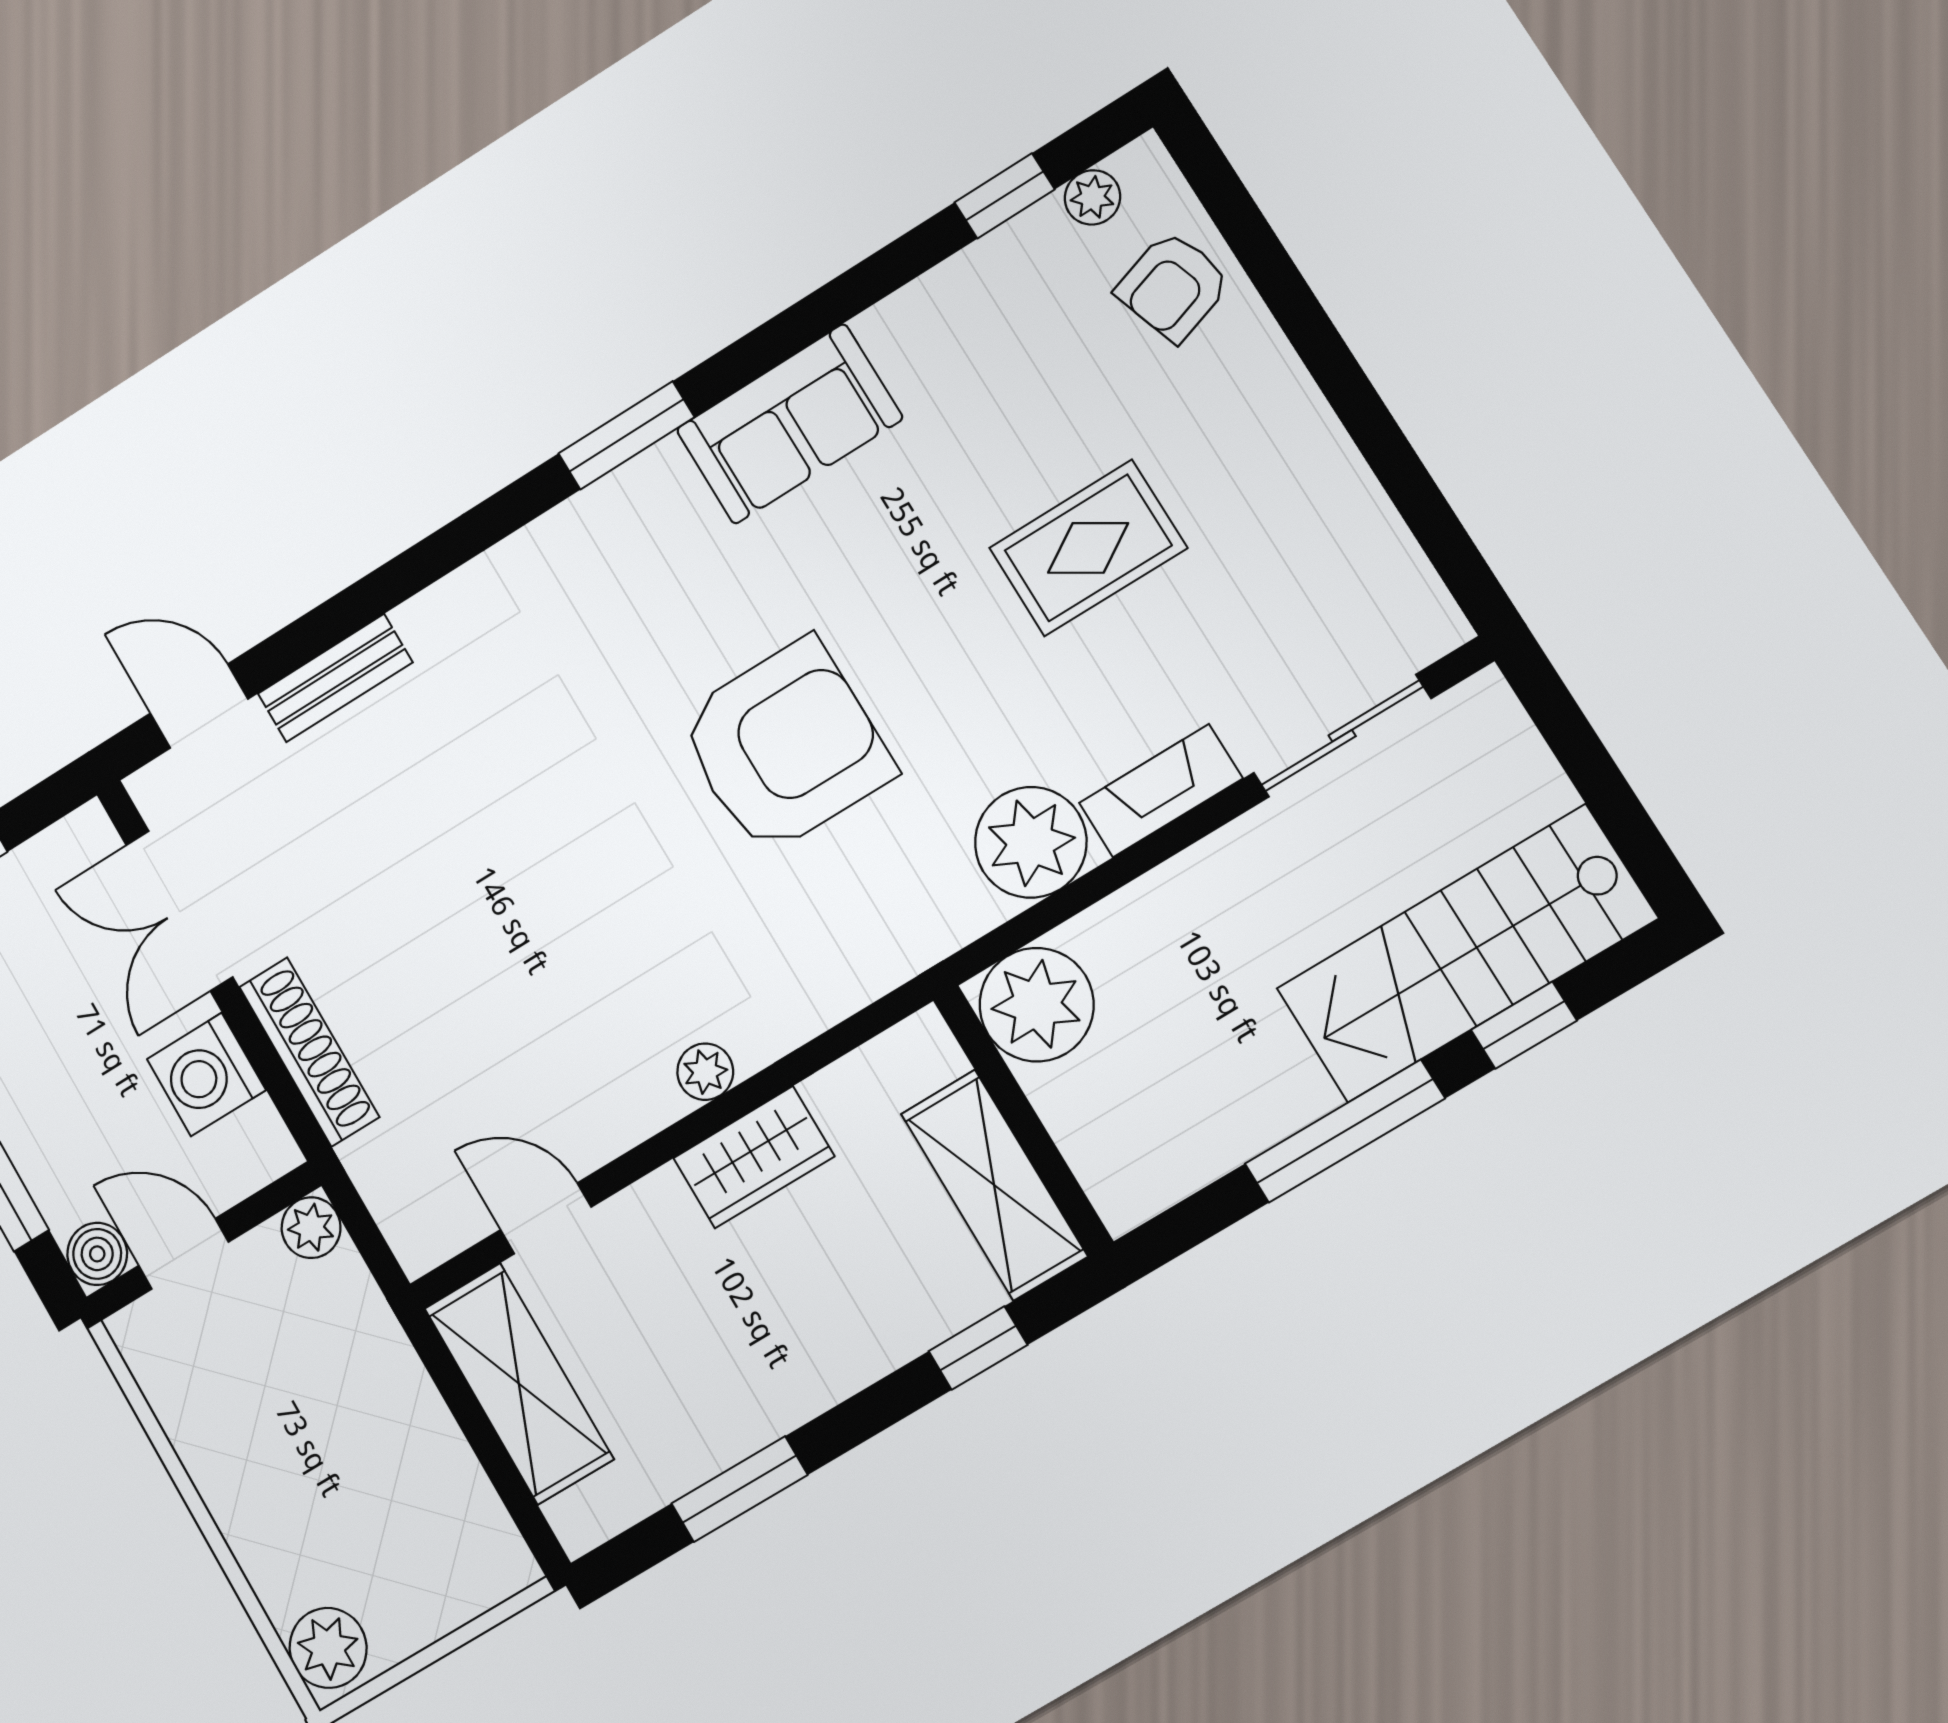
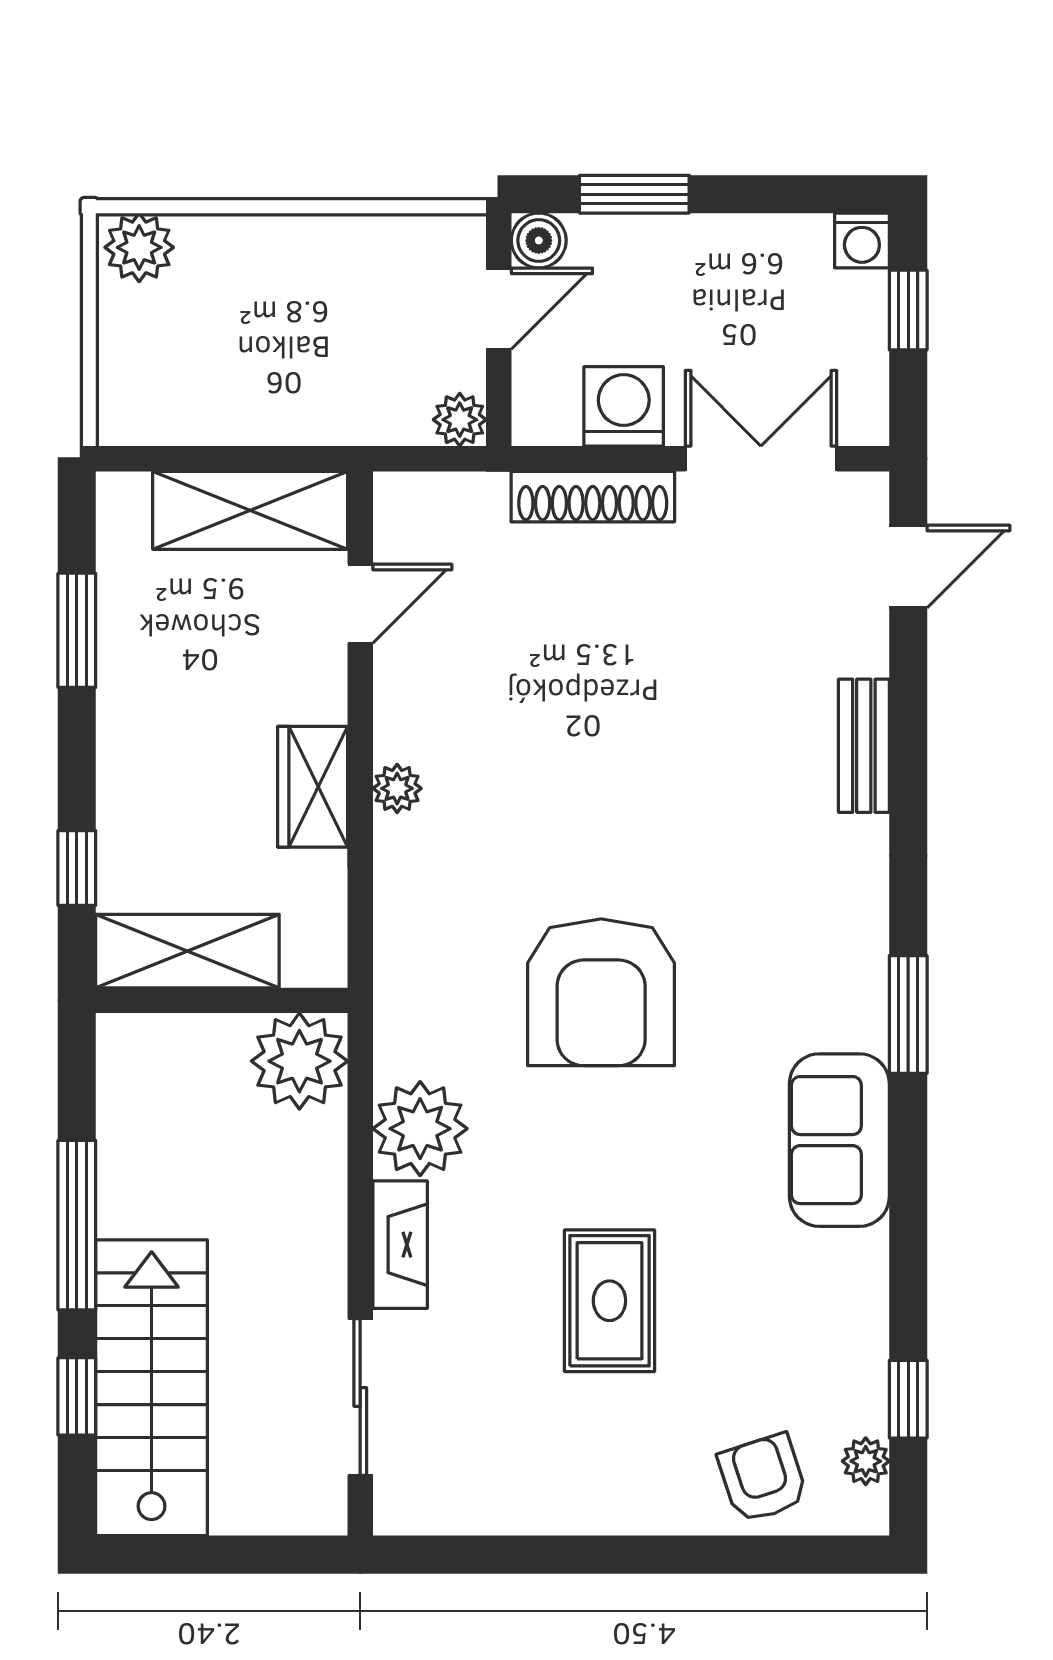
bench: (335, 678) -> (864, 746), moved

